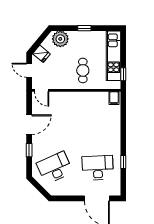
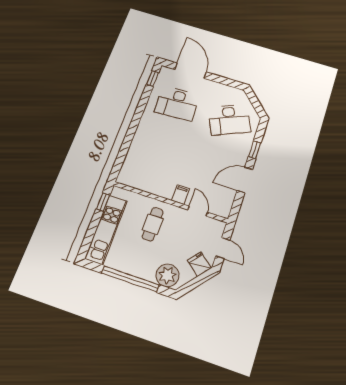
window: (84, 28) -> (130, 279), width x3.17
door: (42, 90) -> (198, 211), moved
filing cabinet: (114, 98) -> (180, 195), moved
window: (123, 162) -> (153, 79), moved

